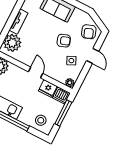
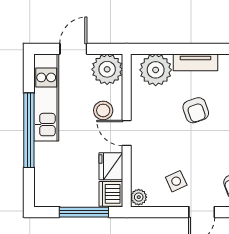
armchair: (64, 41) -> (196, 110), moved
door: (36, 73) -> (127, 133), swing flipped
stool: (41, 120) -> (103, 110), moved

